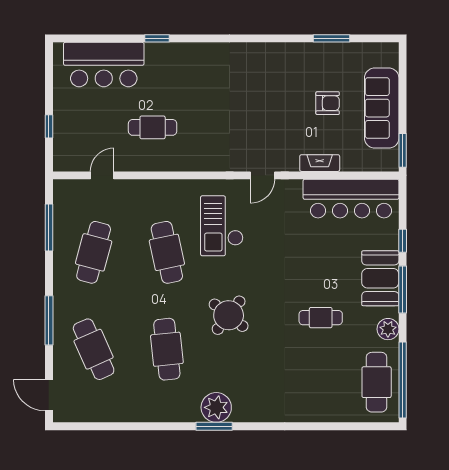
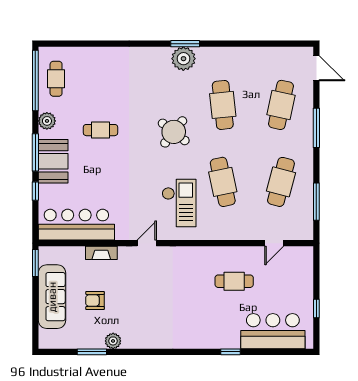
plant: (305, 52) -> (113, 341), added
window: (49, 126) -> (316, 309), moved
cafe table: (94, 349) -> (281, 105), turned 36
cafe table: (377, 382) -> (56, 79), width x0.73, depth x0.74

